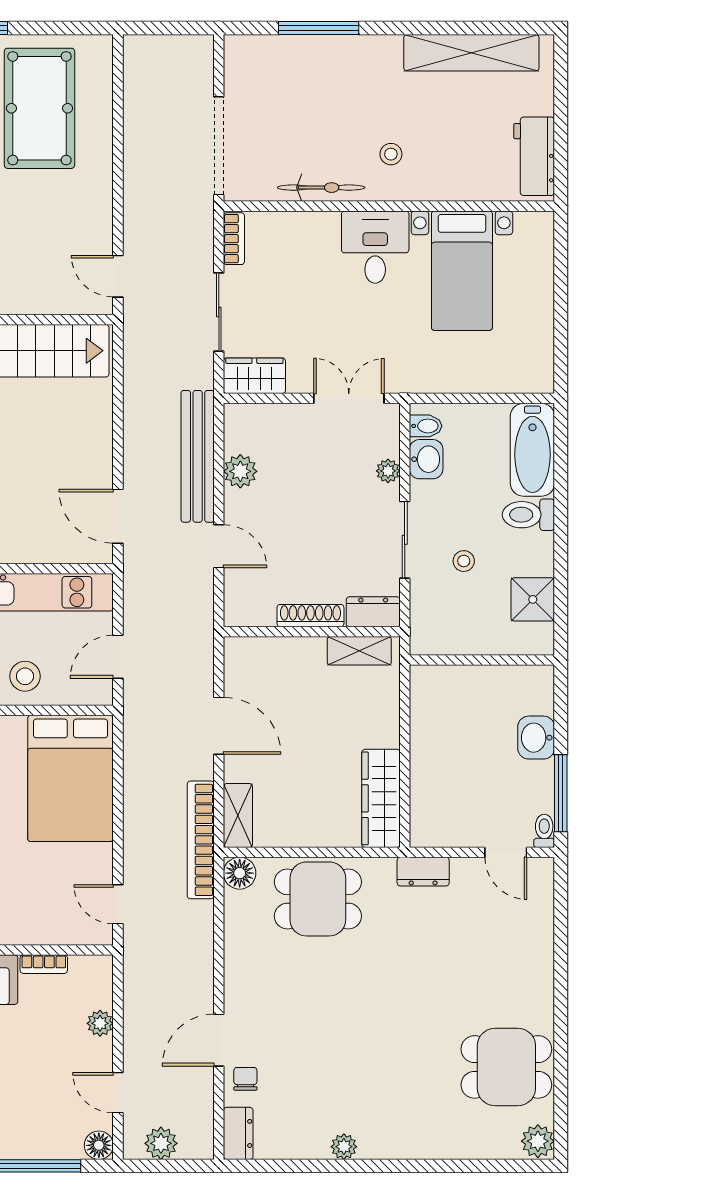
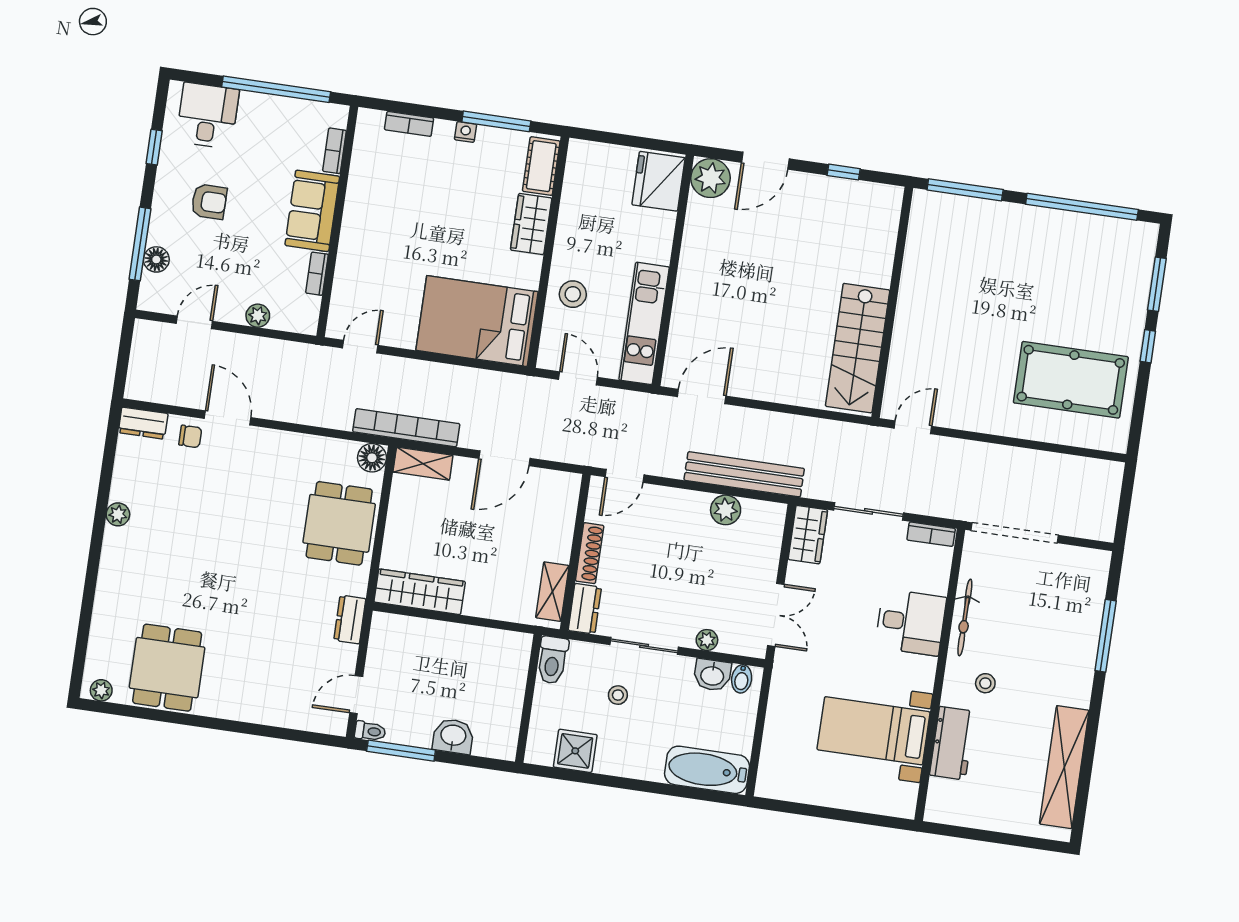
workbench: (534, 156) -> (952, 743), moved, turned 90
desk: (375, 247) -> (911, 622), moved
toilet: (528, 515) -> (552, 660), moved, turned 180
door: (219, 546) -> (624, 476), moved
plant: (538, 1141) -> (101, 690), width x0.73, depth x0.73
plant: (161, 1143) -> (144, 354), removed
floor lamp: (99, 1145) -> (156, 259), moved

